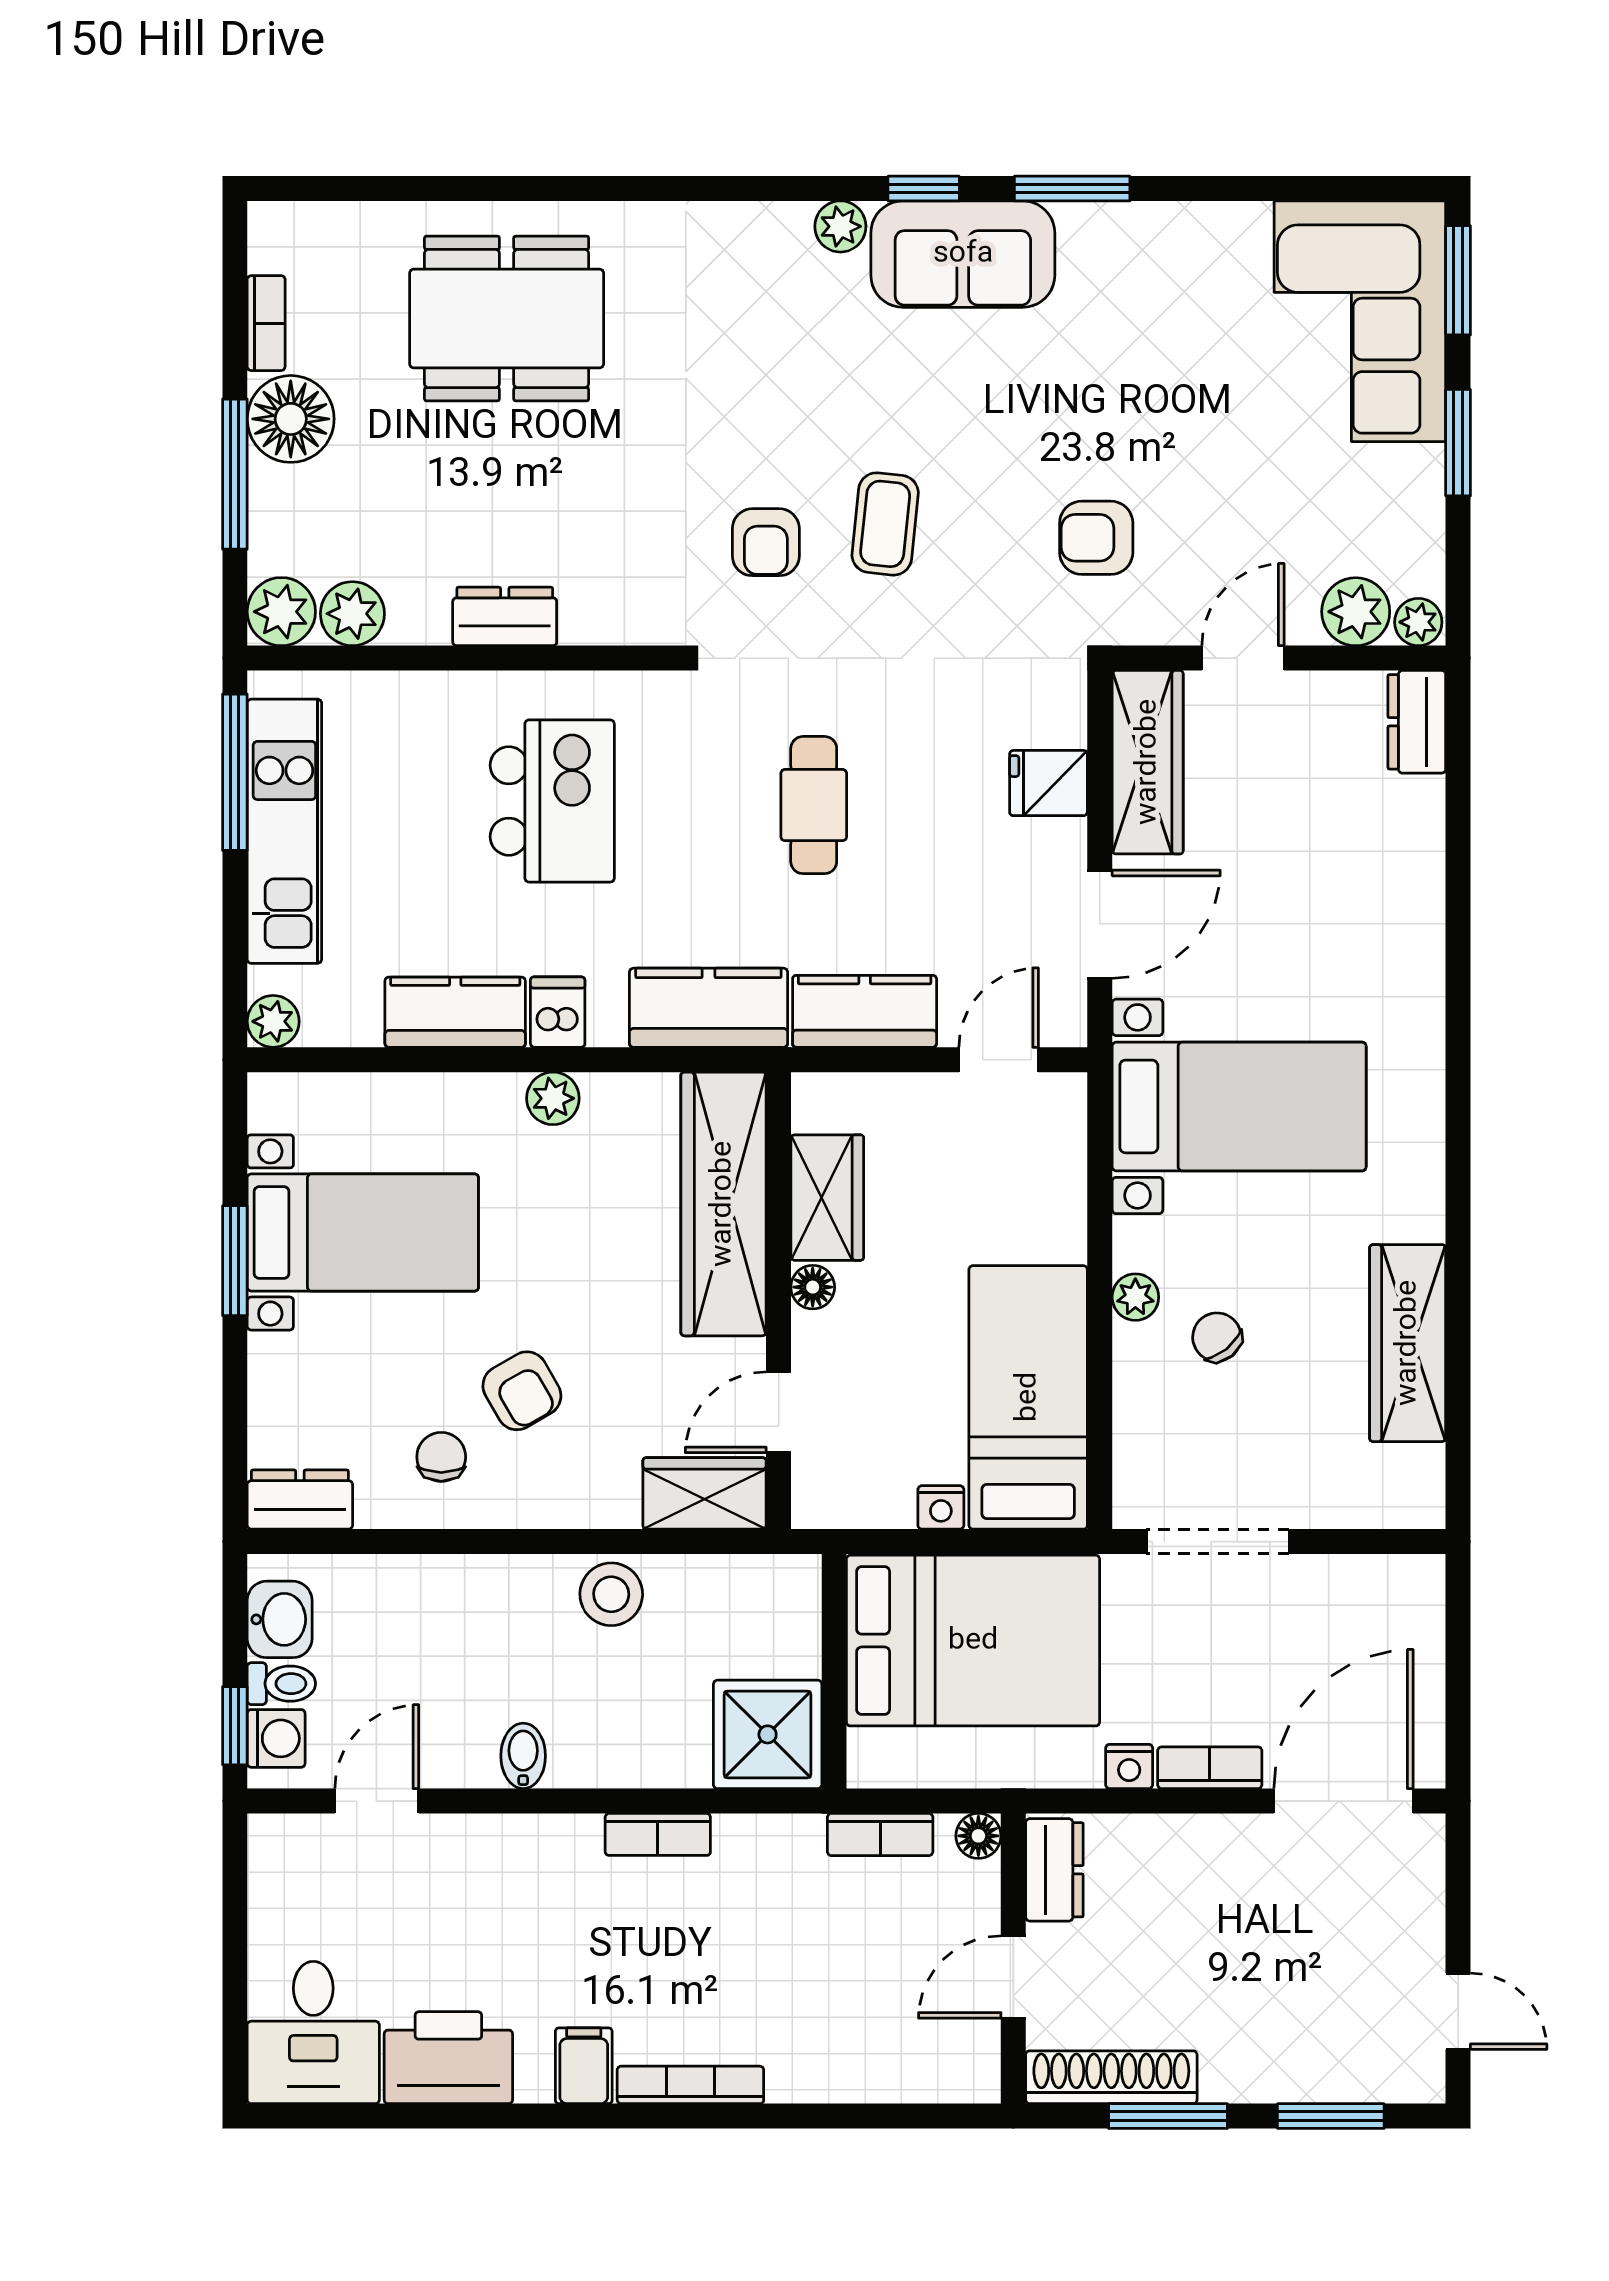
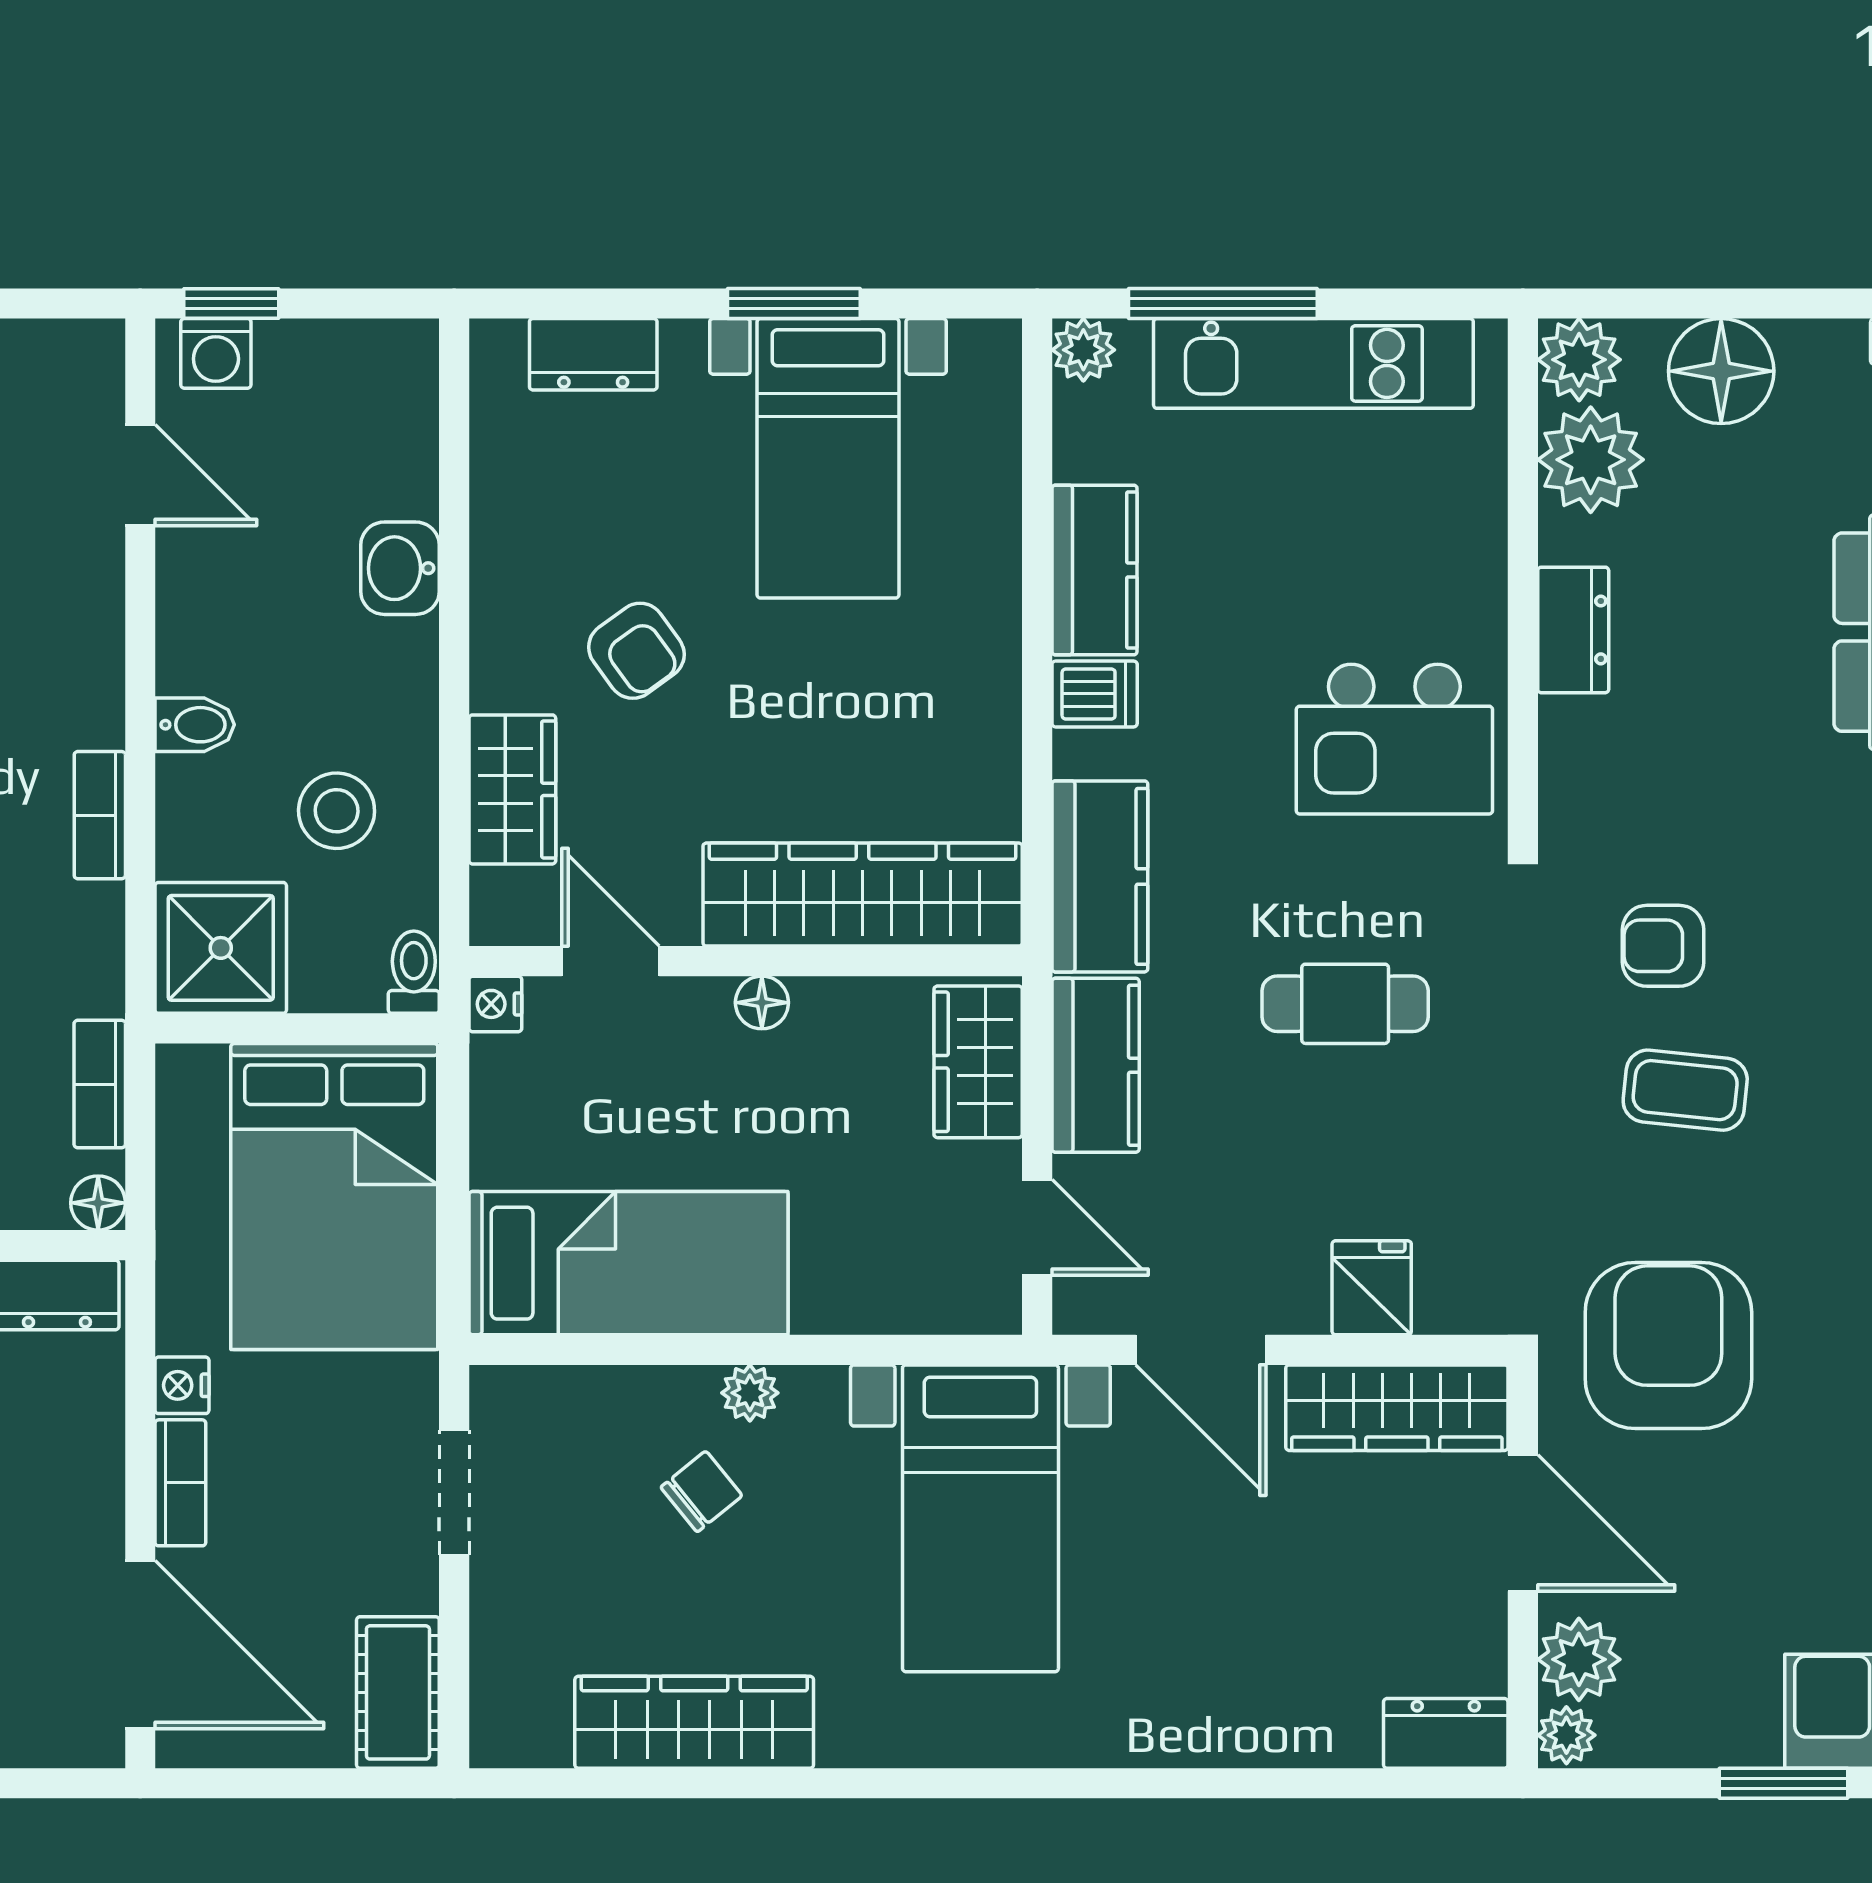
floor lamp: (291, 419) -> (1721, 371), moved
window: (235, 474) -> (1745, 303), removed
armchair: (1096, 538) -> (1668, 1346), width x1.88, depth x1.88
plant: (352, 614) -> (1591, 460), width x1.36, depth x1.36
door: (1243, 658) -> (1523, 1523), width x1.38
window: (235, 772) -> (1223, 303), moved
kitchen island: (552, 801) -> (1394, 739), moved
plant: (553, 1098) -> (990, 688), removed
wardrobe: (827, 1198) -> (978, 1062), moved, turned 90
armchair: (522, 1391) -> (636, 651), turned -96
chair: (441, 1457) -> (556, 553), removed
wardrobe: (704, 1493) -> (512, 789), moved
dresser: (300, 1500) -> (593, 354), moved, turned 90
nightstand: (941, 1507) -> (495, 1004), moved
doorway: (1218, 1542) -> (454, 1493), width x0.73
cot: (1383, 1588) -> (398, 1692), added
stool: (611, 1594) -> (337, 811), moved
washbasin: (280, 1619) -> (400, 568), moved, turned 90
toilet: (281, 1684) -> (414, 972), moved, turned 180
bidet: (523, 1756) -> (195, 725), moved

